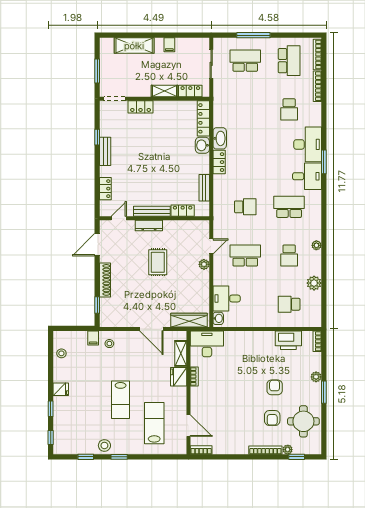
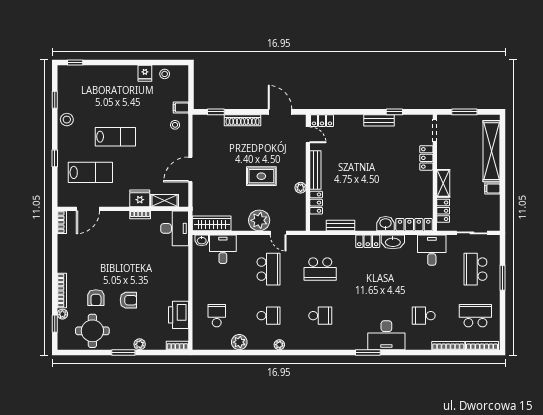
window: (253, 35) -> (502, 278), width x0.69
shelving: (134, 46) -> (491, 151), width x1.47
school desk: (245, 61) -> (475, 269), turned 180
school desk: (289, 61) -> (475, 316), turned 180
desk: (307, 176) -> (432, 250), moved, turned 180
locker: (105, 189) -> (322, 121), moved
school desk: (245, 207) -> (320, 269), width x1.85
school desk: (289, 207) -> (320, 316), width x0.54
dresser: (149, 225) -> (300, 167), removed
plant: (169, 225) -> (301, 188), added
school desk: (289, 256) -> (268, 316), turned 180
plant: (204, 264) -> (259, 220), width x1.87, depth x1.87
wardrobe: (189, 320) -> (212, 223), moved, turned -90
fridge: (61, 389) -> (145, 73), moved
lab bench: (121, 400) -> (115, 137), turned 180
window: (51, 409) -> (106, 62), removed
armchair: (272, 418) -> (96, 298), turned -90
window: (119, 457) -> (55, 158), moved

